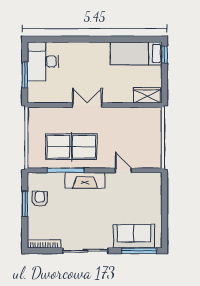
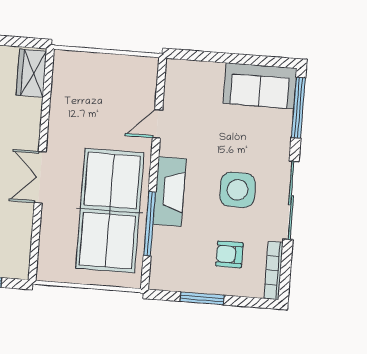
table tennis table: (71, 147) -> (110, 211), width x1.36, depth x1.32
armchair: (40, 199) -> (229, 254), moved
side table: (89, 219) -> (238, 190), added
sofa: (134, 236) -> (260, 86), moved, turned -90

